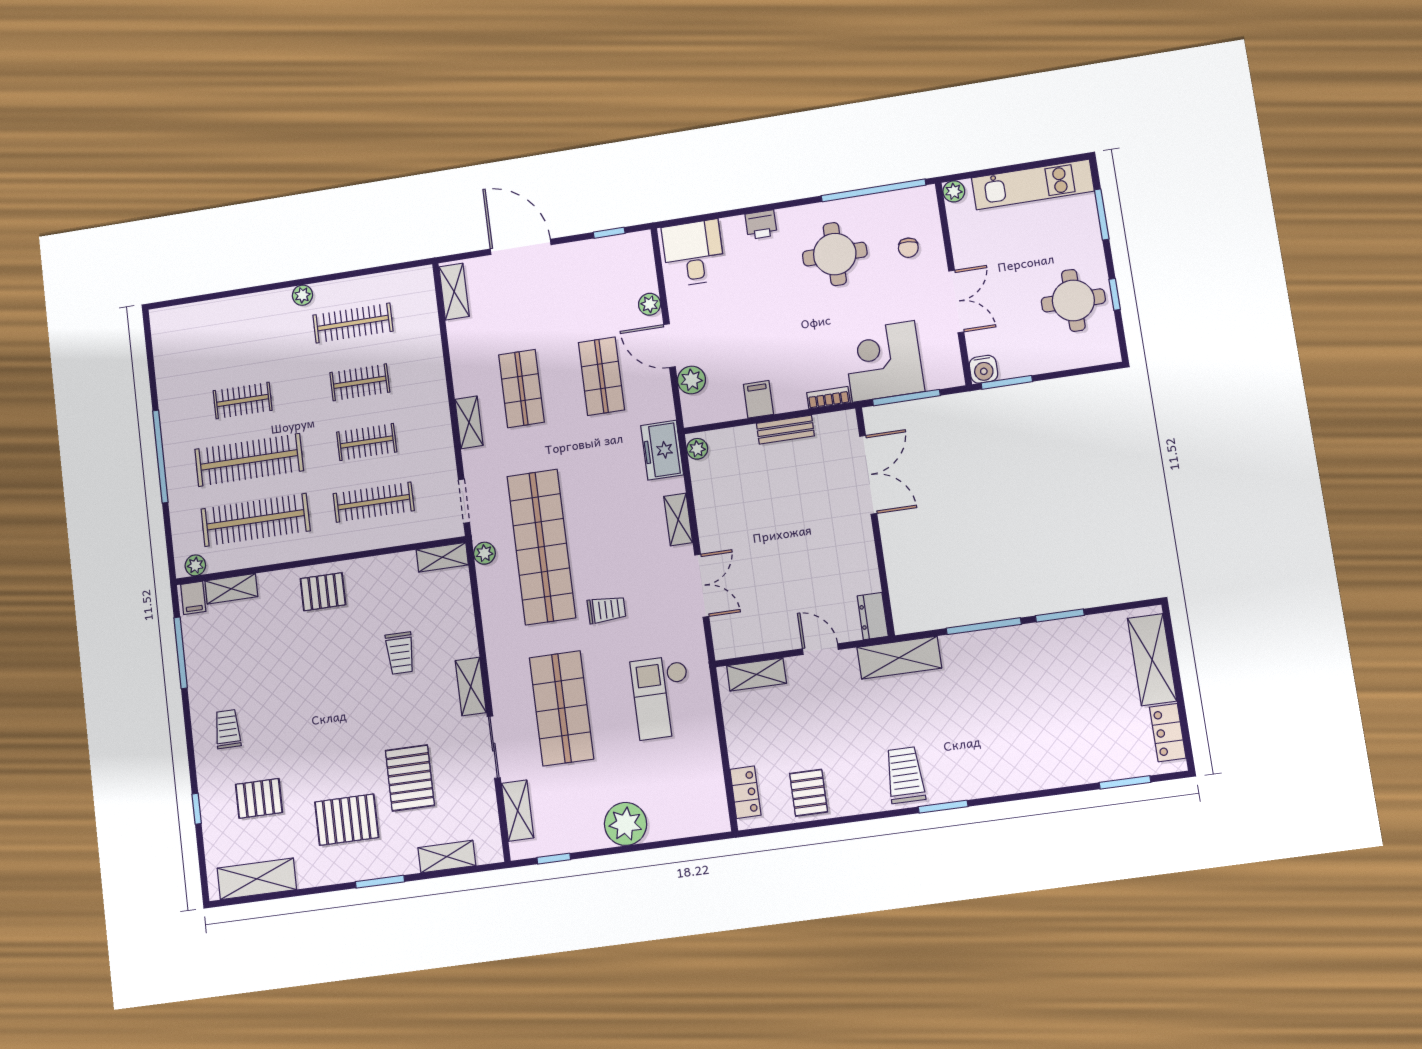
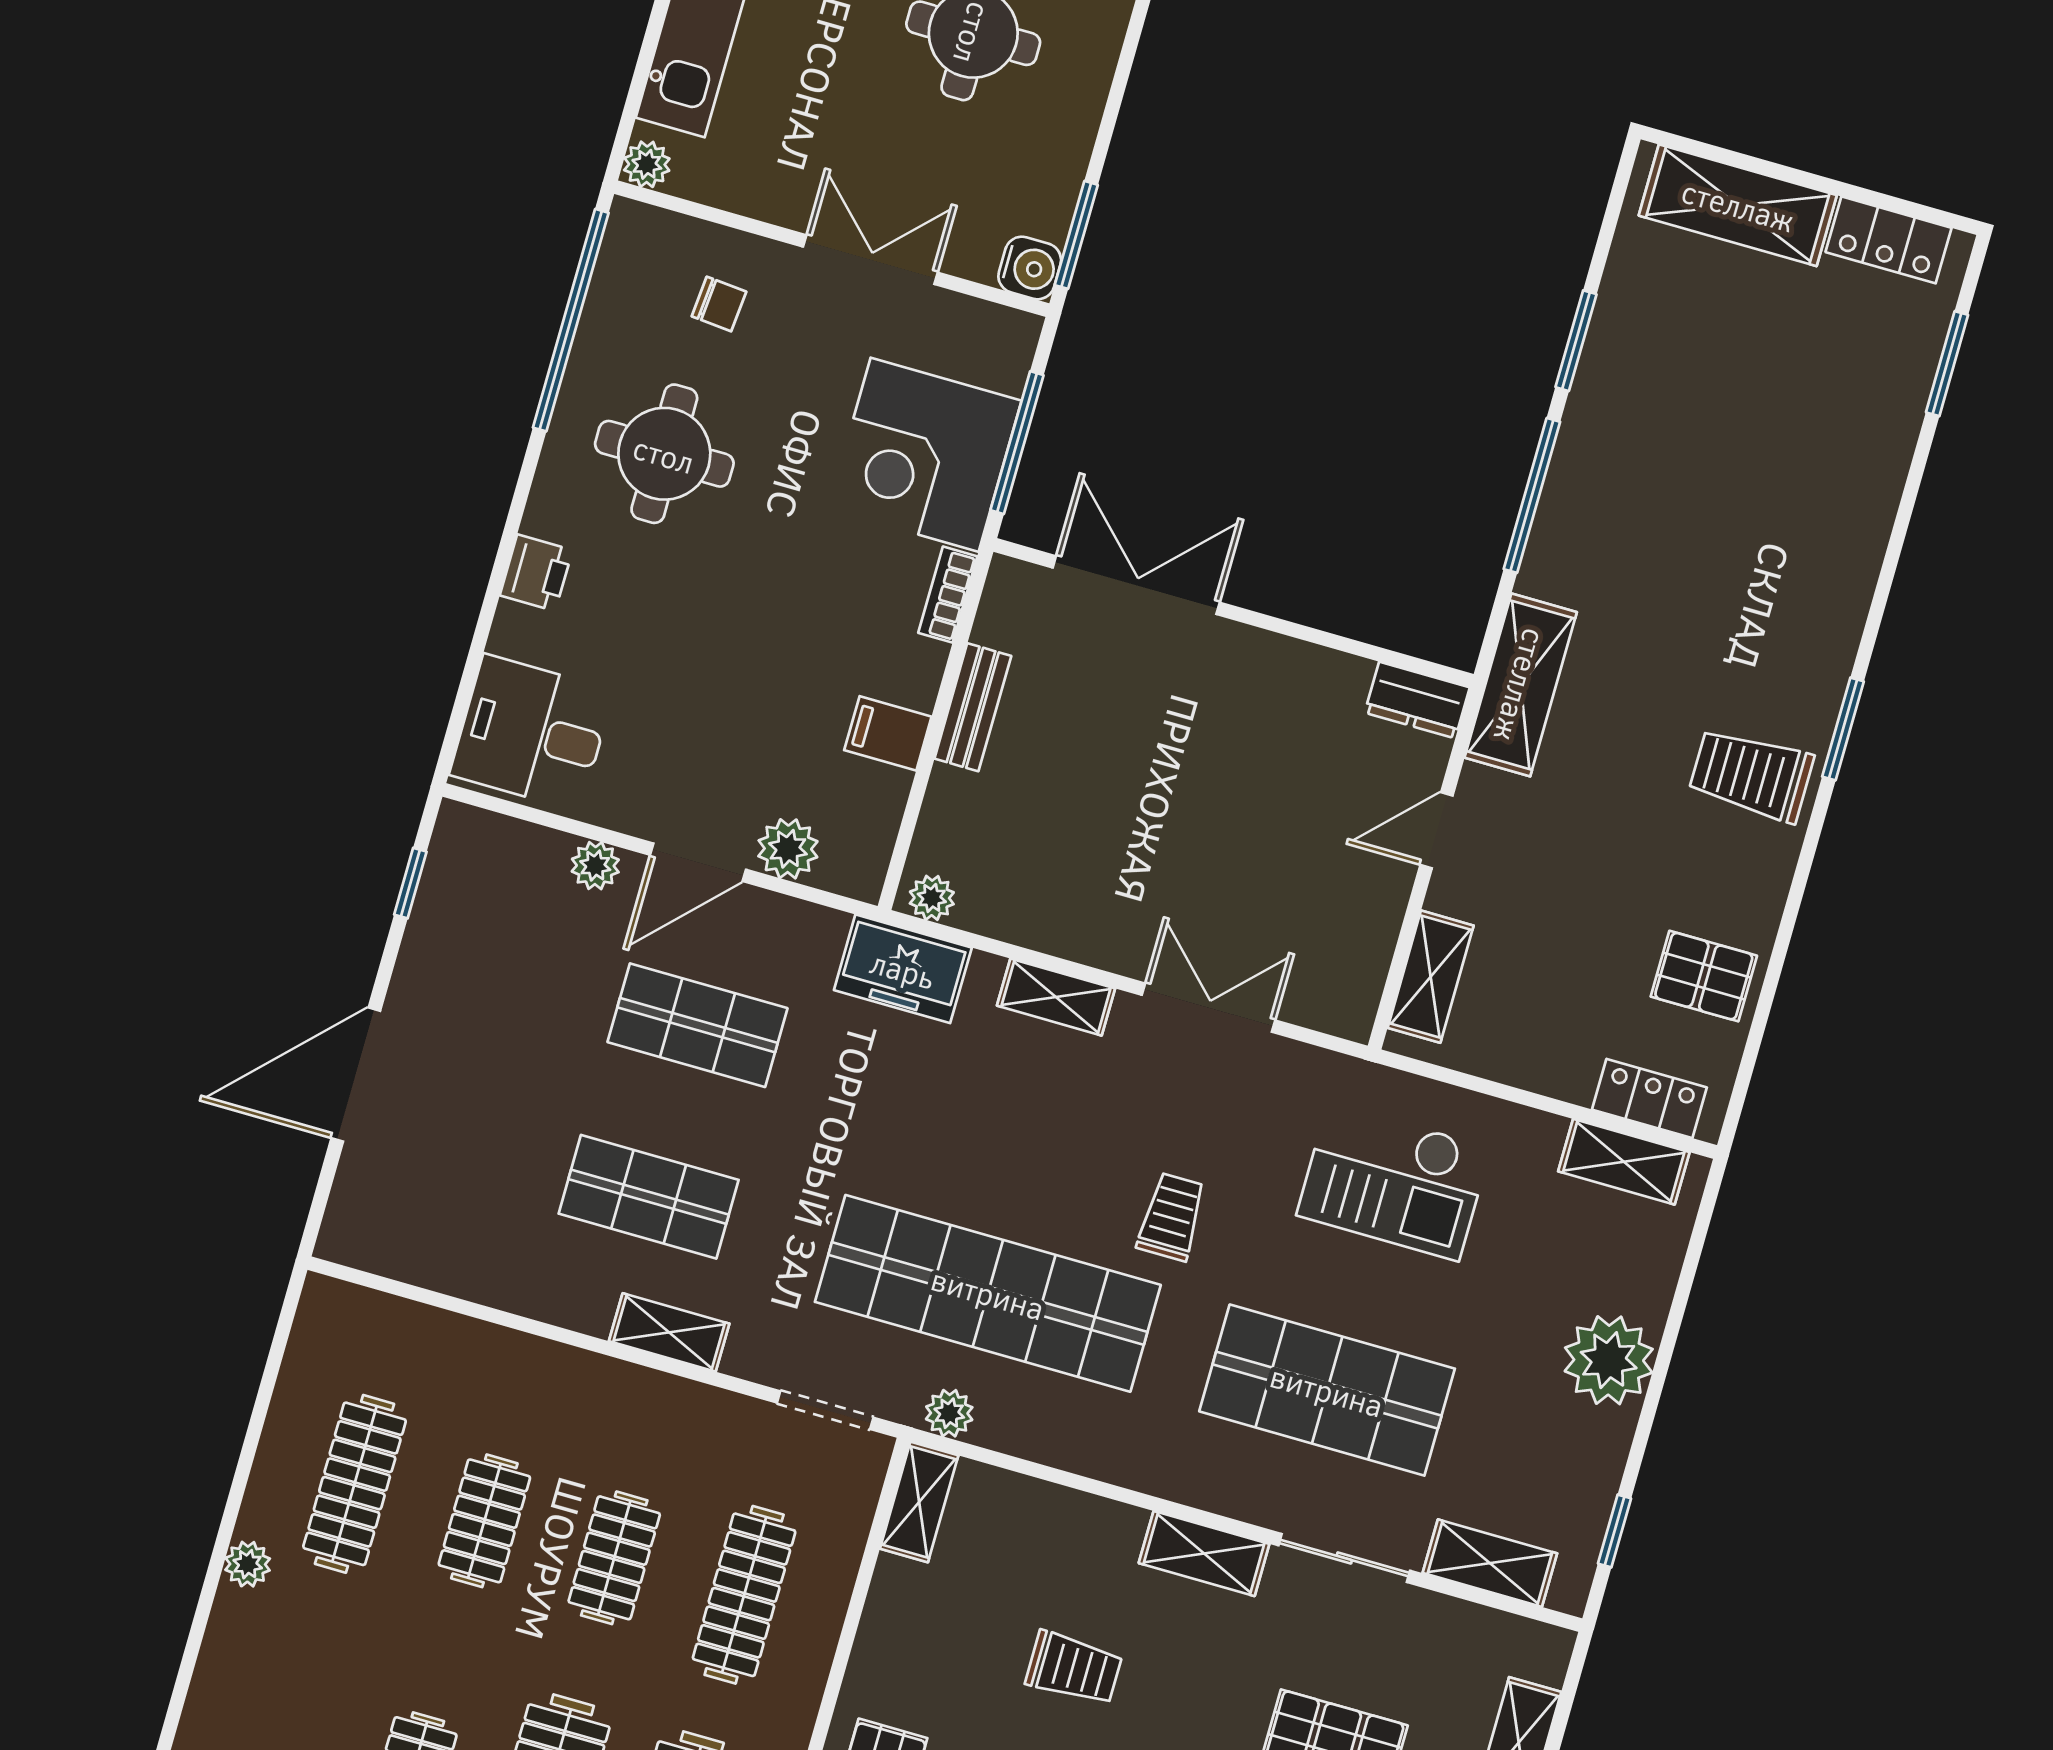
shelving: (454, 292) -> (1624, 1162), moved

